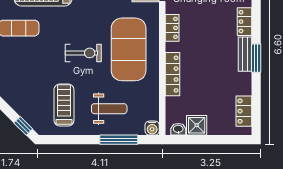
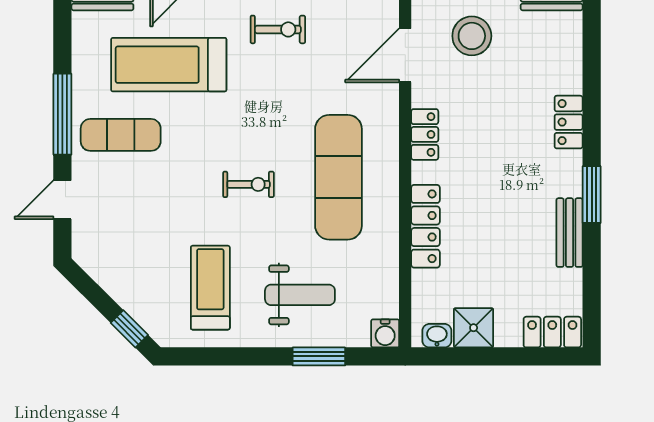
exercise mat: (129, 49) -> (338, 177), width x0.68
exercise bike: (83, 53) -> (249, 184), width x0.73, depth x0.72
bench: (245, 54) -> (570, 233), moved
locker: (244, 111) -> (552, 332), moved, turned 90
window: (119, 140) -> (319, 356), width x0.69

